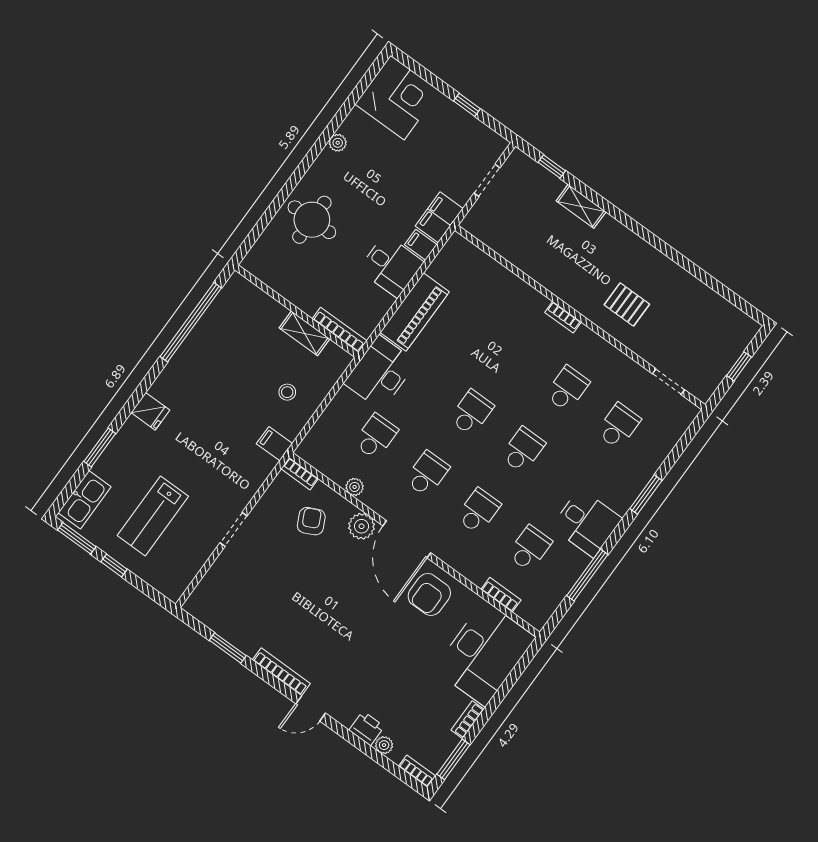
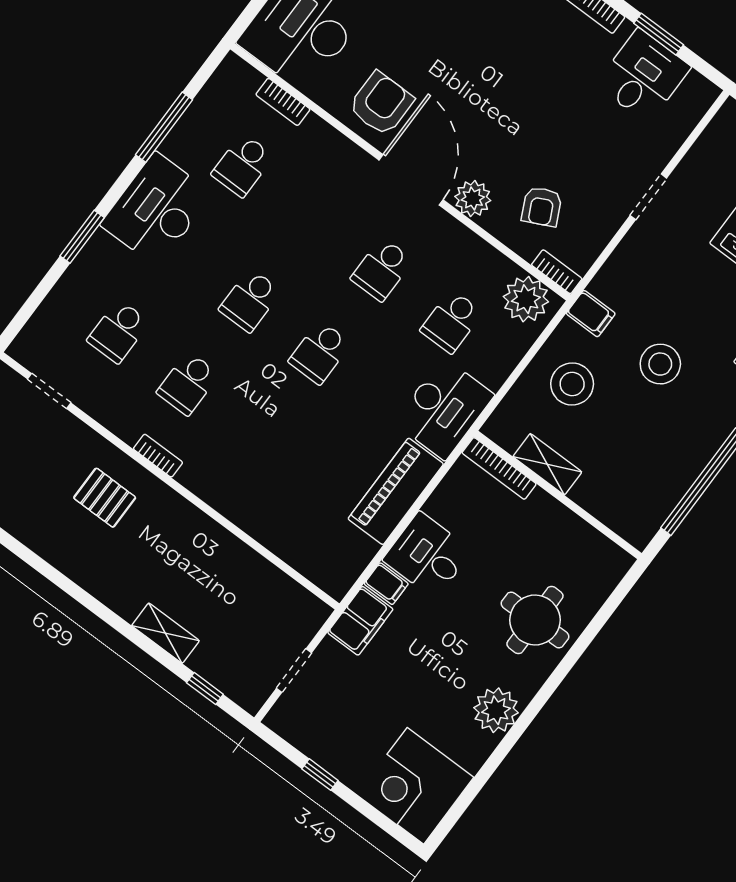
plant: (338, 143) -> (496, 710), width x1.88, depth x1.88
bookcase: (563, 317) -> (158, 456), moved
stool: (287, 392) -> (572, 384), width x1.89, depth x1.89
stool: (223, 408) -> (660, 364), added
plant: (355, 487) -> (526, 299), moved, width x1.88, depth x1.88
school desk: (478, 511) -> (312, 217), removed
desk: (587, 523) -> (156, 209), width x1.37
desk: (239, 617) -> (643, 76), added

